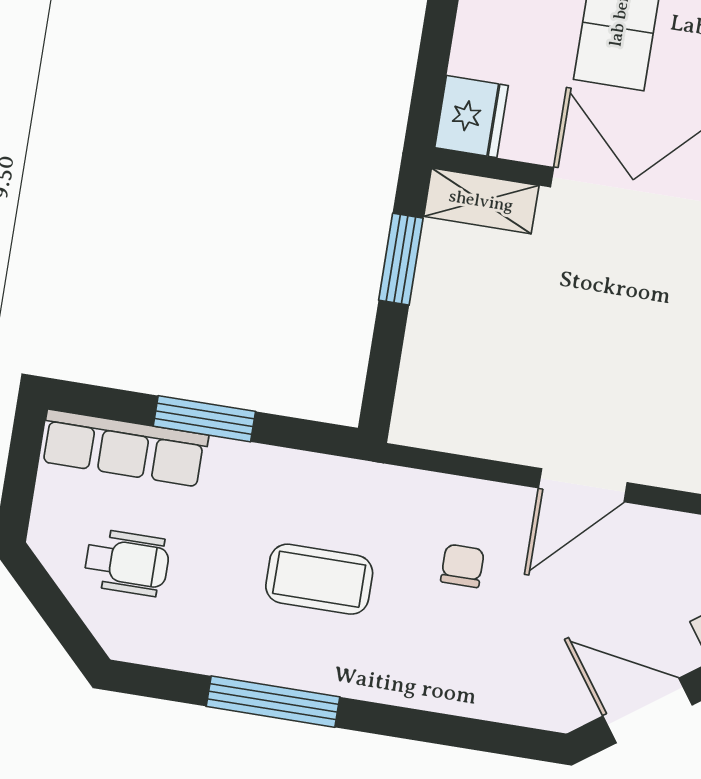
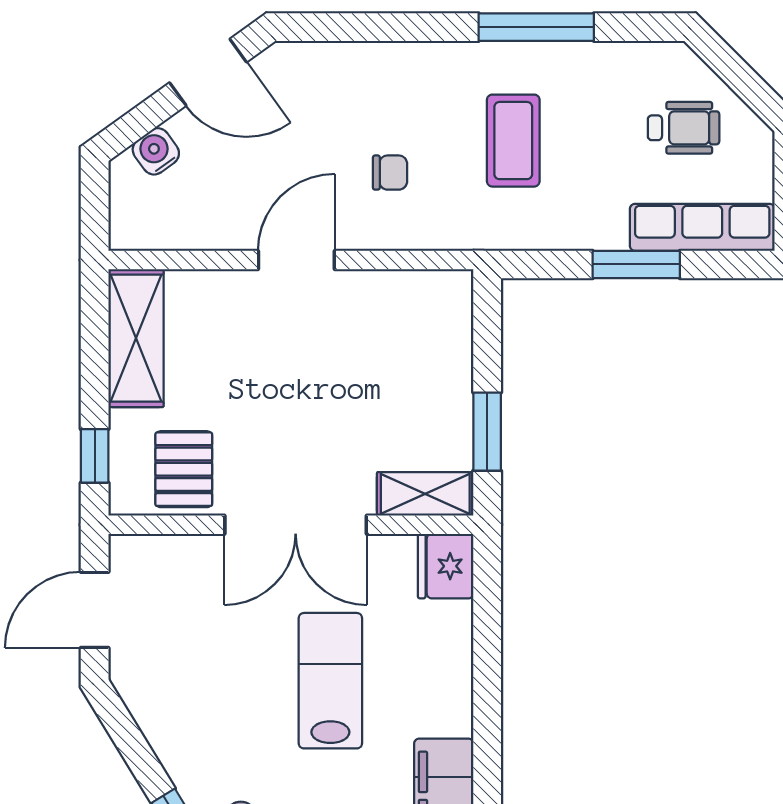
wheelchair: (127, 563) -> (684, 128), turned 180
chair: (462, 566) -> (390, 173), turned -90
coffee table: (319, 579) -> (513, 141), turned 90

